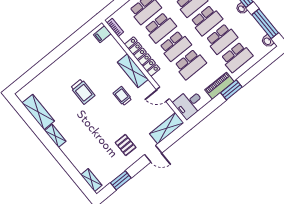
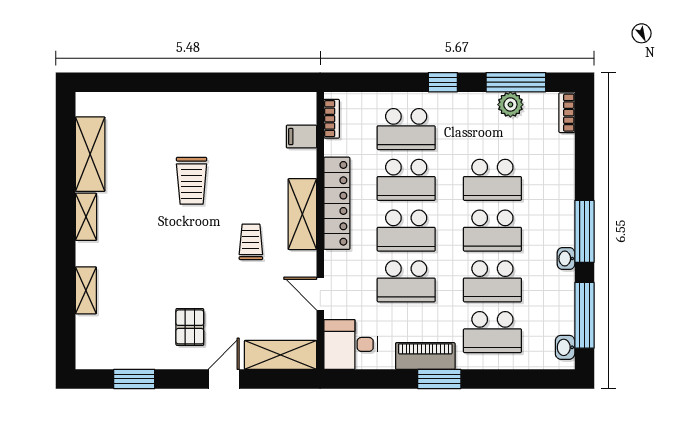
filing cabinet: (102, 34) -> (301, 137), moved
door: (153, 154) -> (224, 379), swing flipped
shelving: (91, 180) -> (86, 290), moved

